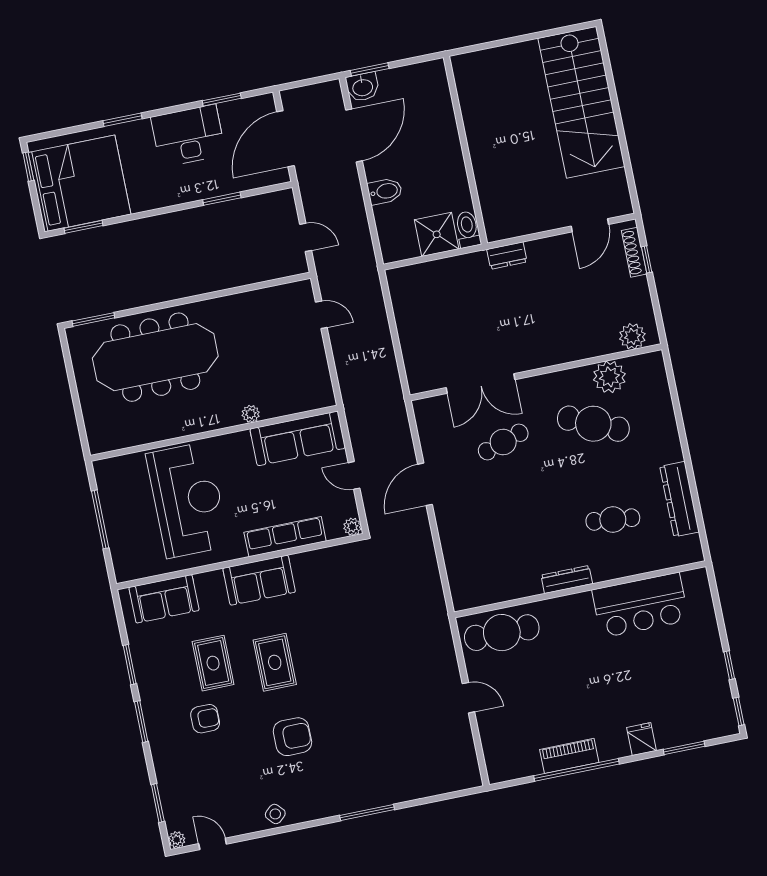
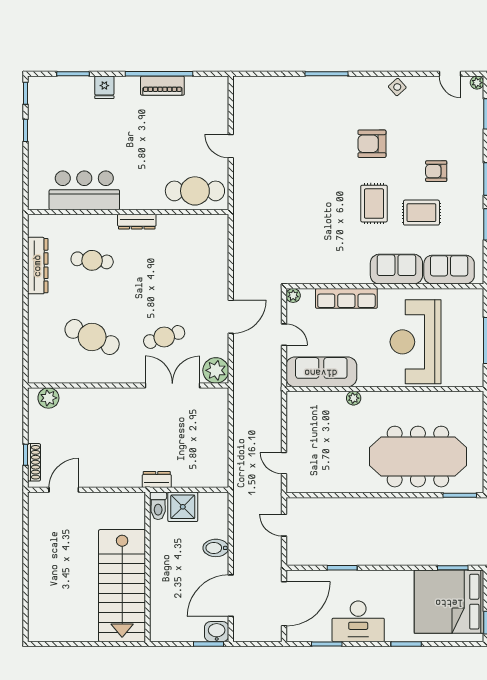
stairs: (581, 102) -> (122, 586), moved, turned 180
dresser: (507, 256) -> (157, 480), moved
plant: (609, 377) -> (216, 370), moved
sofa: (259, 580) -> (396, 269), moved
rug: (213, 663) -> (421, 213), turned 90

